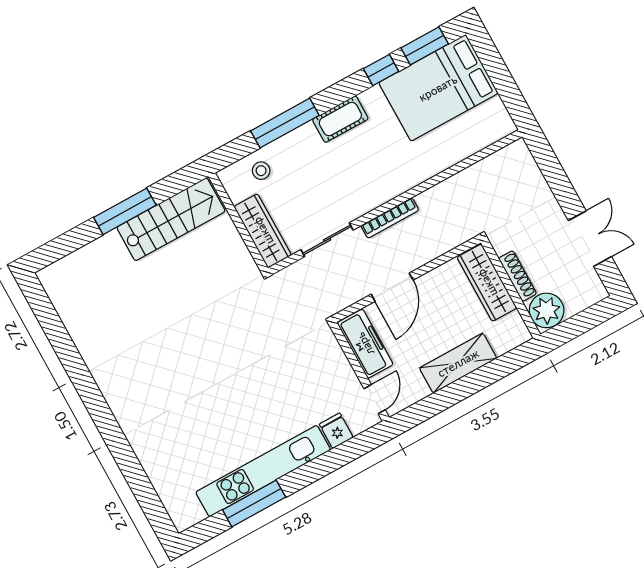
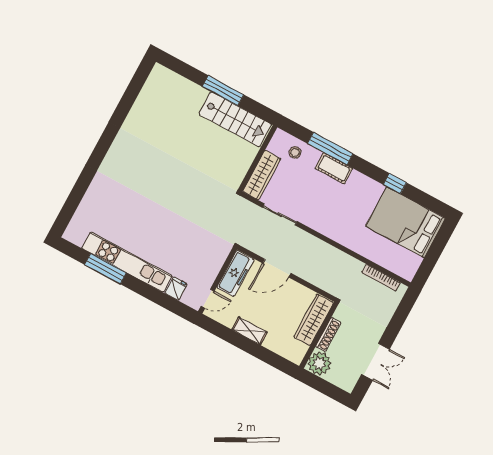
window: (425, 46) -> (424, 199), removed
cot: (340, 119) -> (334, 168), moved
bookcase: (390, 218) -> (381, 278), moved
shelving: (458, 363) -> (250, 331), width x0.67, depth x0.75

